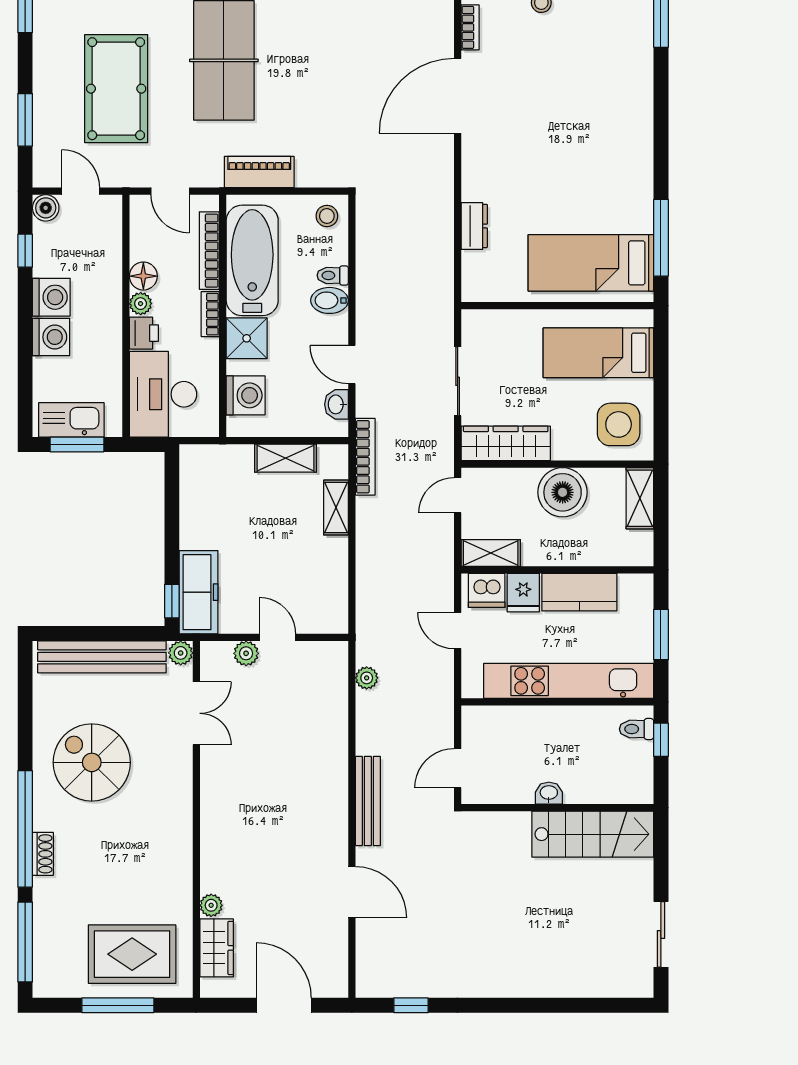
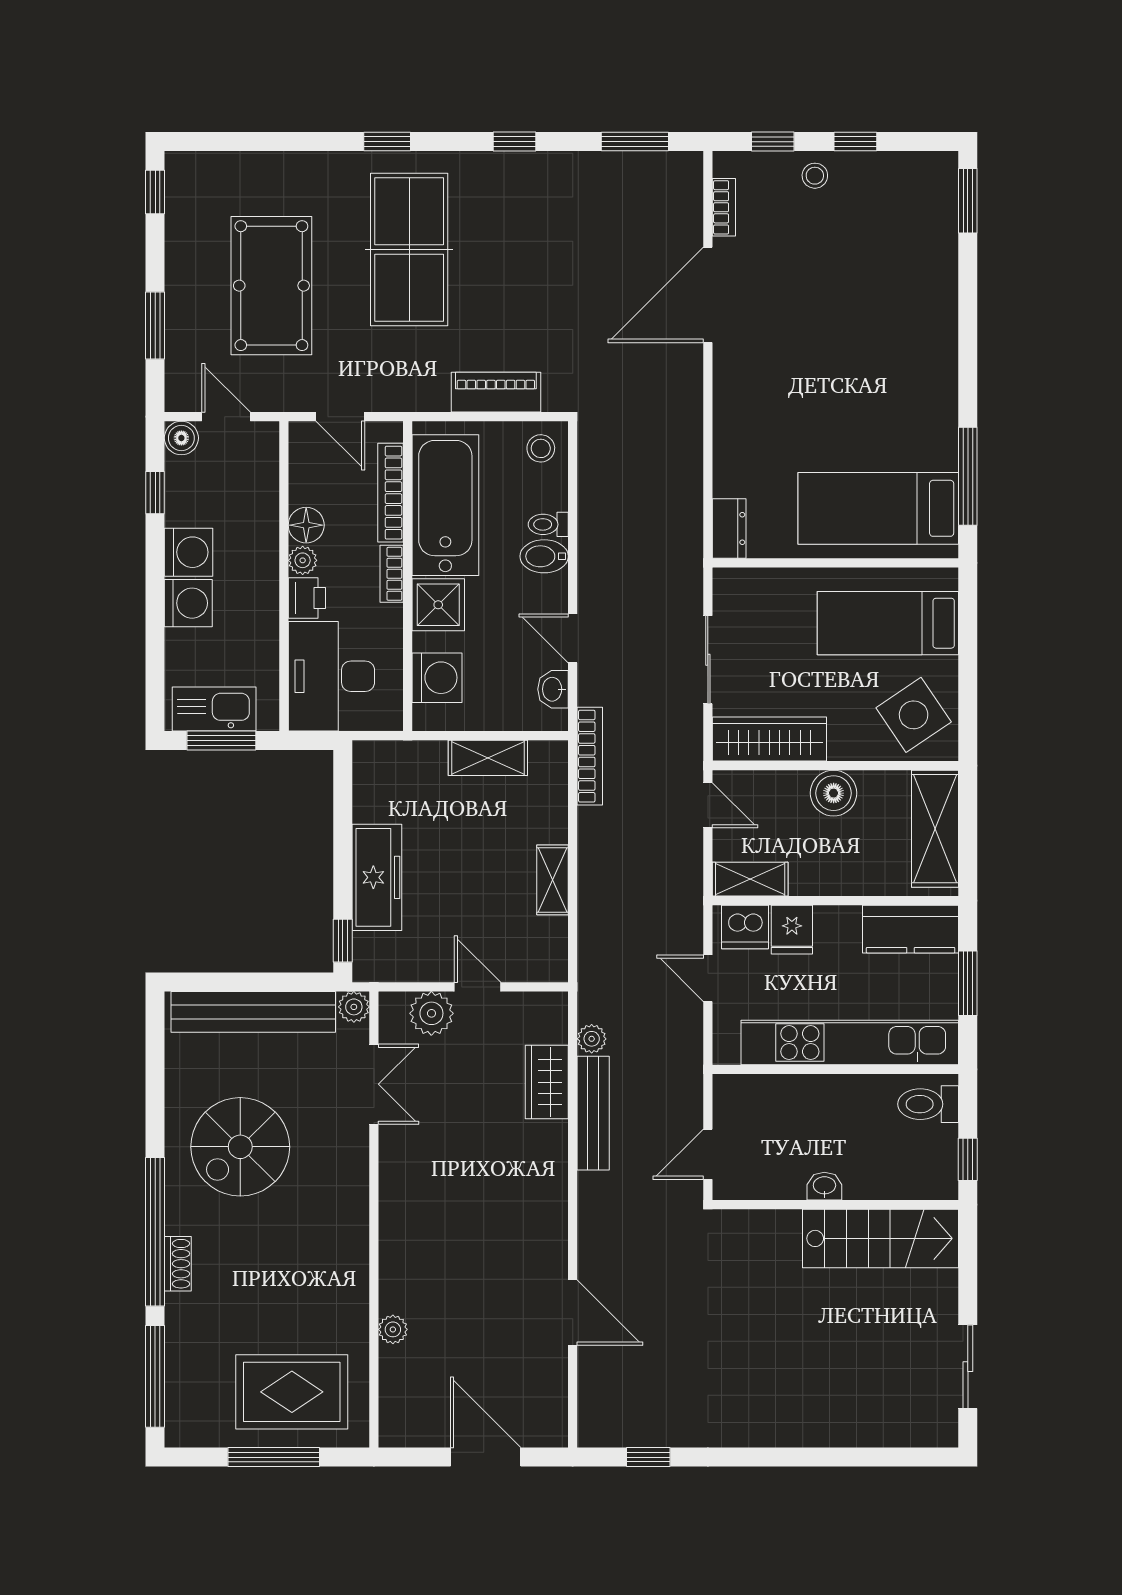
piano: (259, 172) -> (496, 392), moved
dresser: (474, 226) -> (729, 528), moved
side table: (619, 424) -> (914, 715), turned -34
boiler: (563, 492) -> (834, 793), width x0.73, depth x0.73
door: (458, 495) -> (708, 805), swing flipped
shelving: (640, 498) -> (935, 829), width x1.50, depth x1.33
shelving: (336, 508) -> (552, 880), moved
freezer: (199, 592) -> (377, 877), moved
kitchen counter: (579, 592) -> (911, 929), moved
plant: (246, 653) -> (431, 1013), width x1.38, depth x1.38
toilet: (637, 729) -> (928, 1104), width x1.37, depth x1.39
window: (661, 740) -> (968, 1159), moved
spiral stairs: (92, 762) -> (240, 1147), turned -90
bench: (368, 801) -> (593, 1113), moved
wardrobe: (217, 948) -> (547, 1082), moved, turned 180

